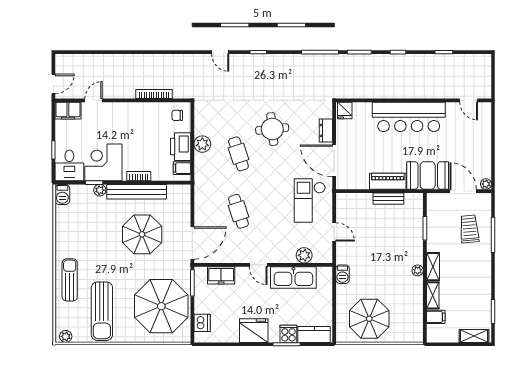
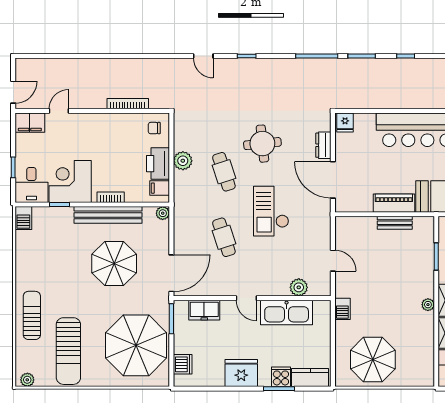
plant: (100, 190) -> (163, 213), moved
checkout: (310, 200) -> (271, 211), moved

